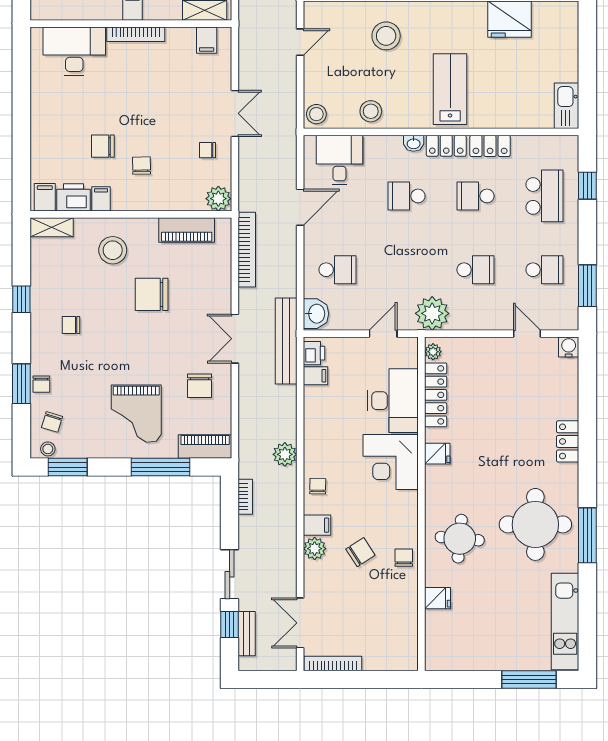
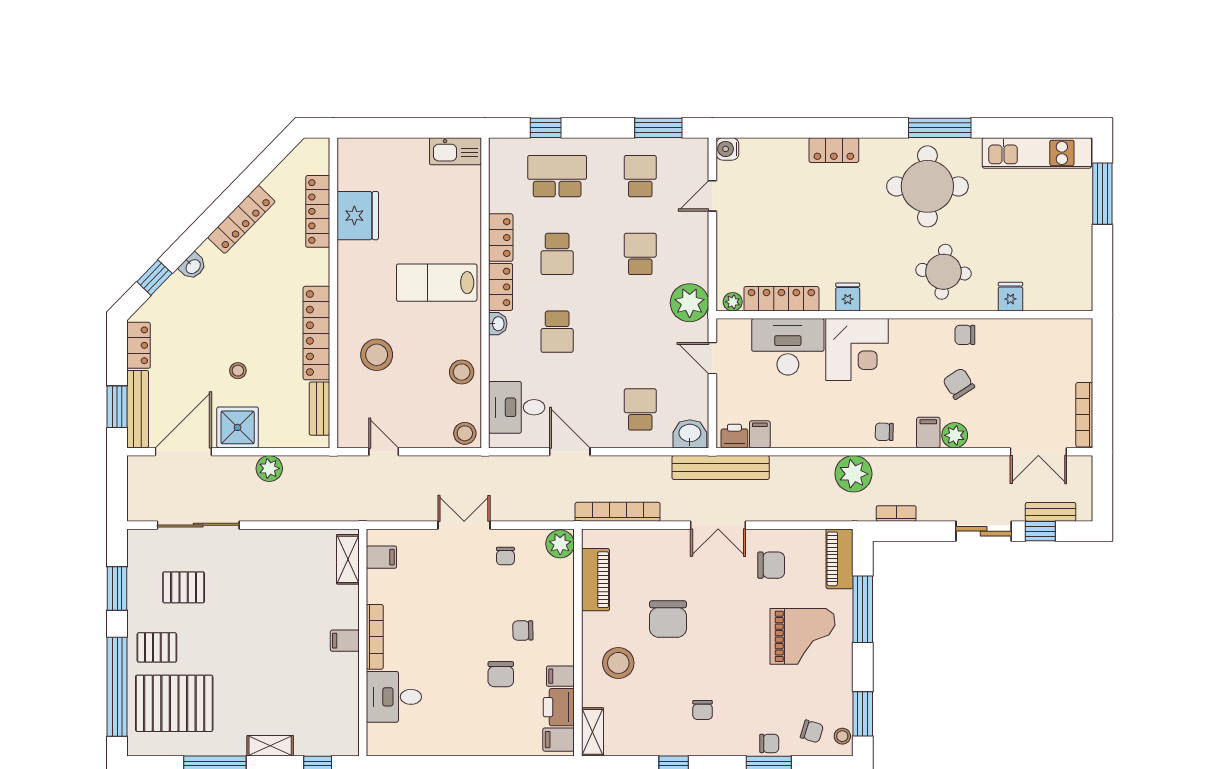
desk: (74, 51) -> (394, 697), width x0.73
plant: (285, 454) -> (853, 474), width x1.36, depth x1.36

